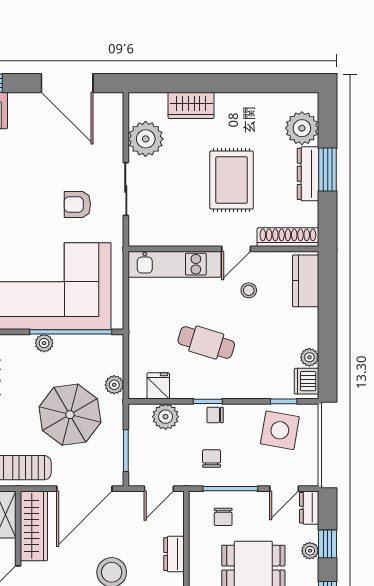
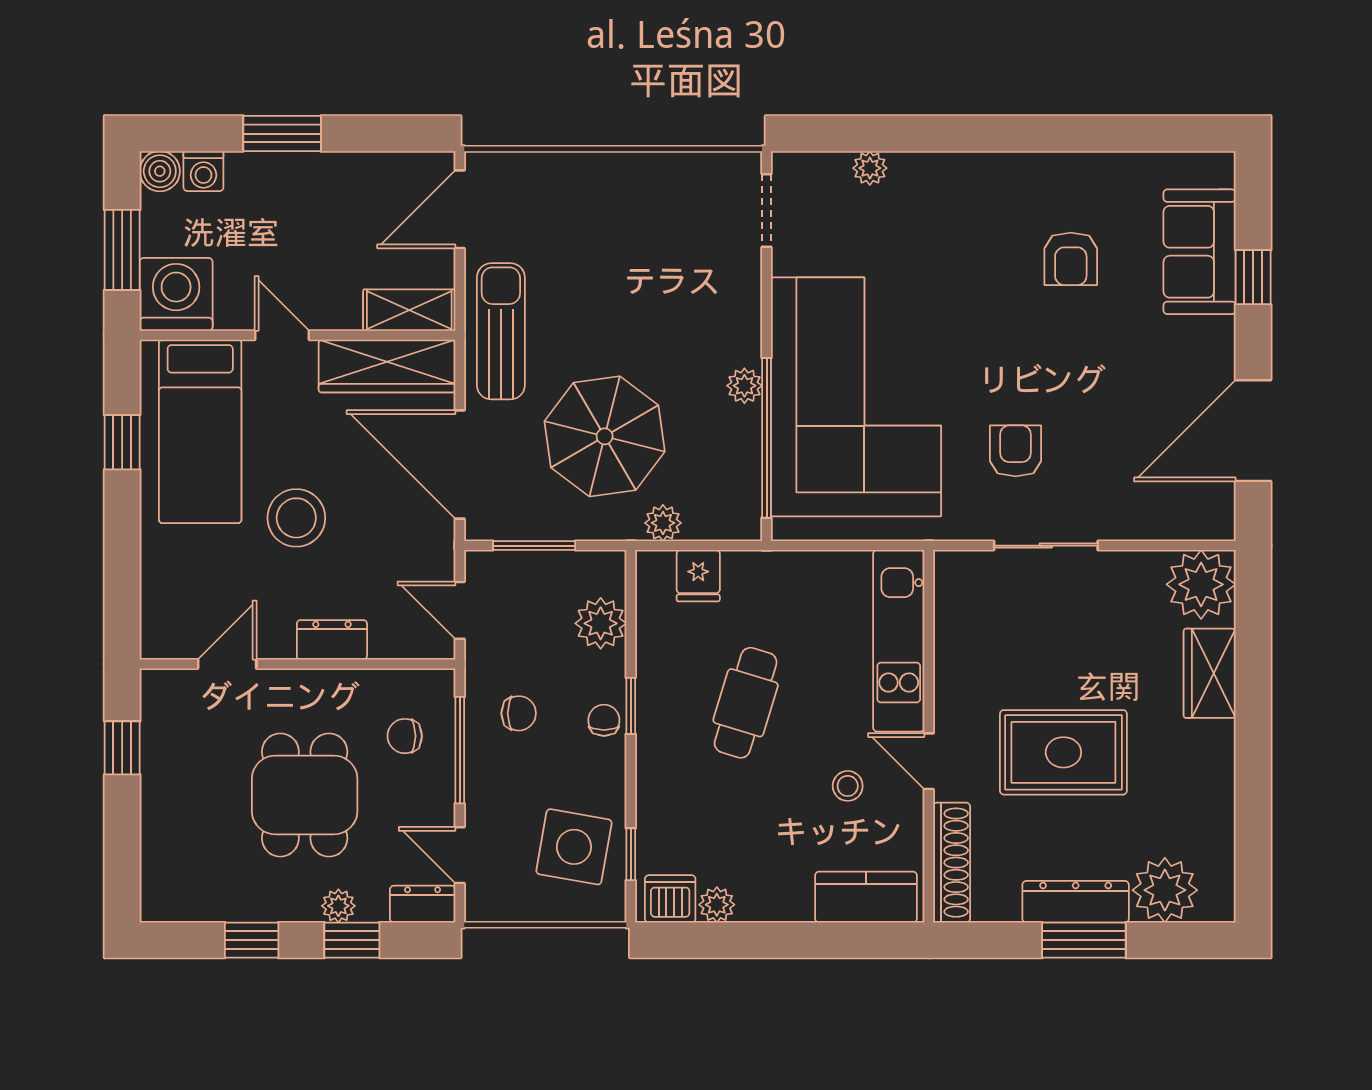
plant: (146, 139) -> (1201, 584), moved
fridge: (158, 386) -> (698, 576), moved, turned 90

